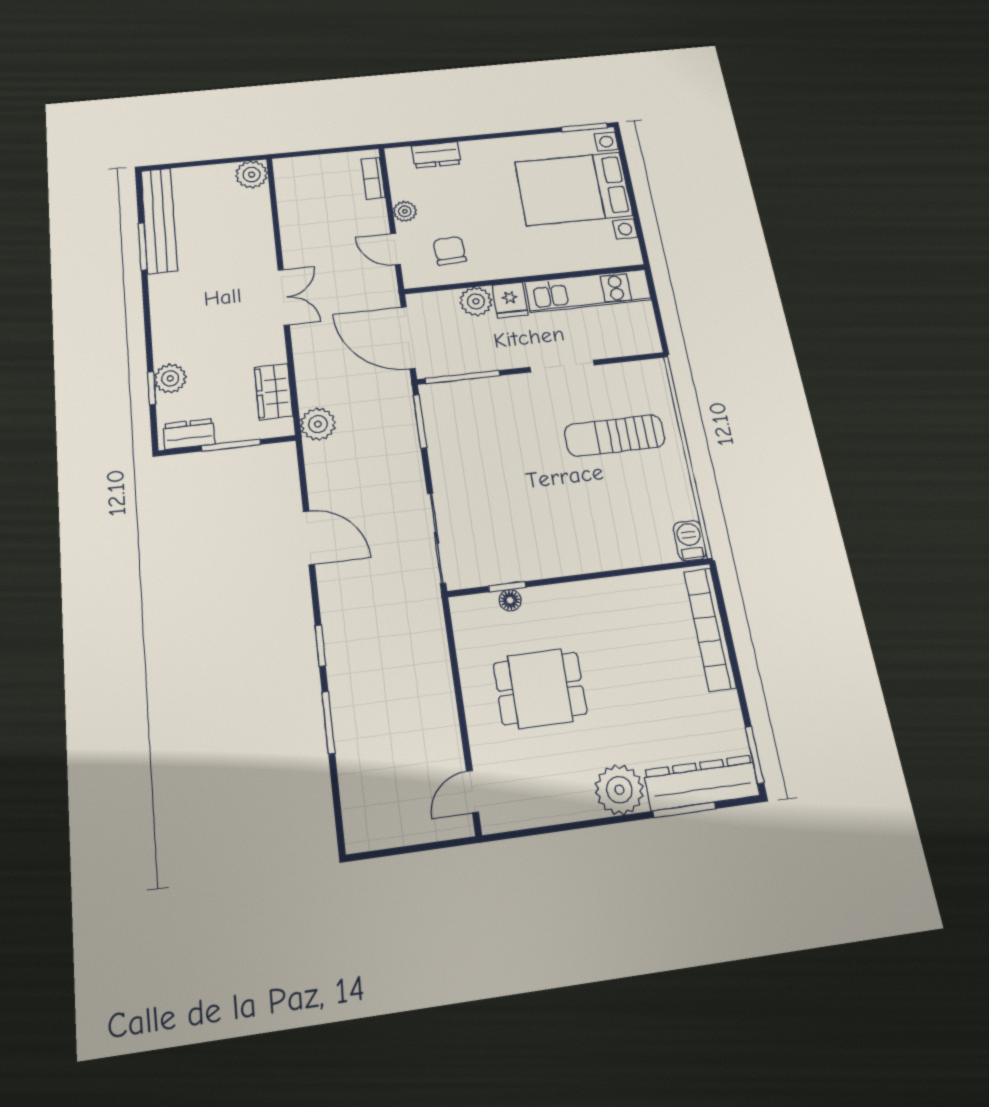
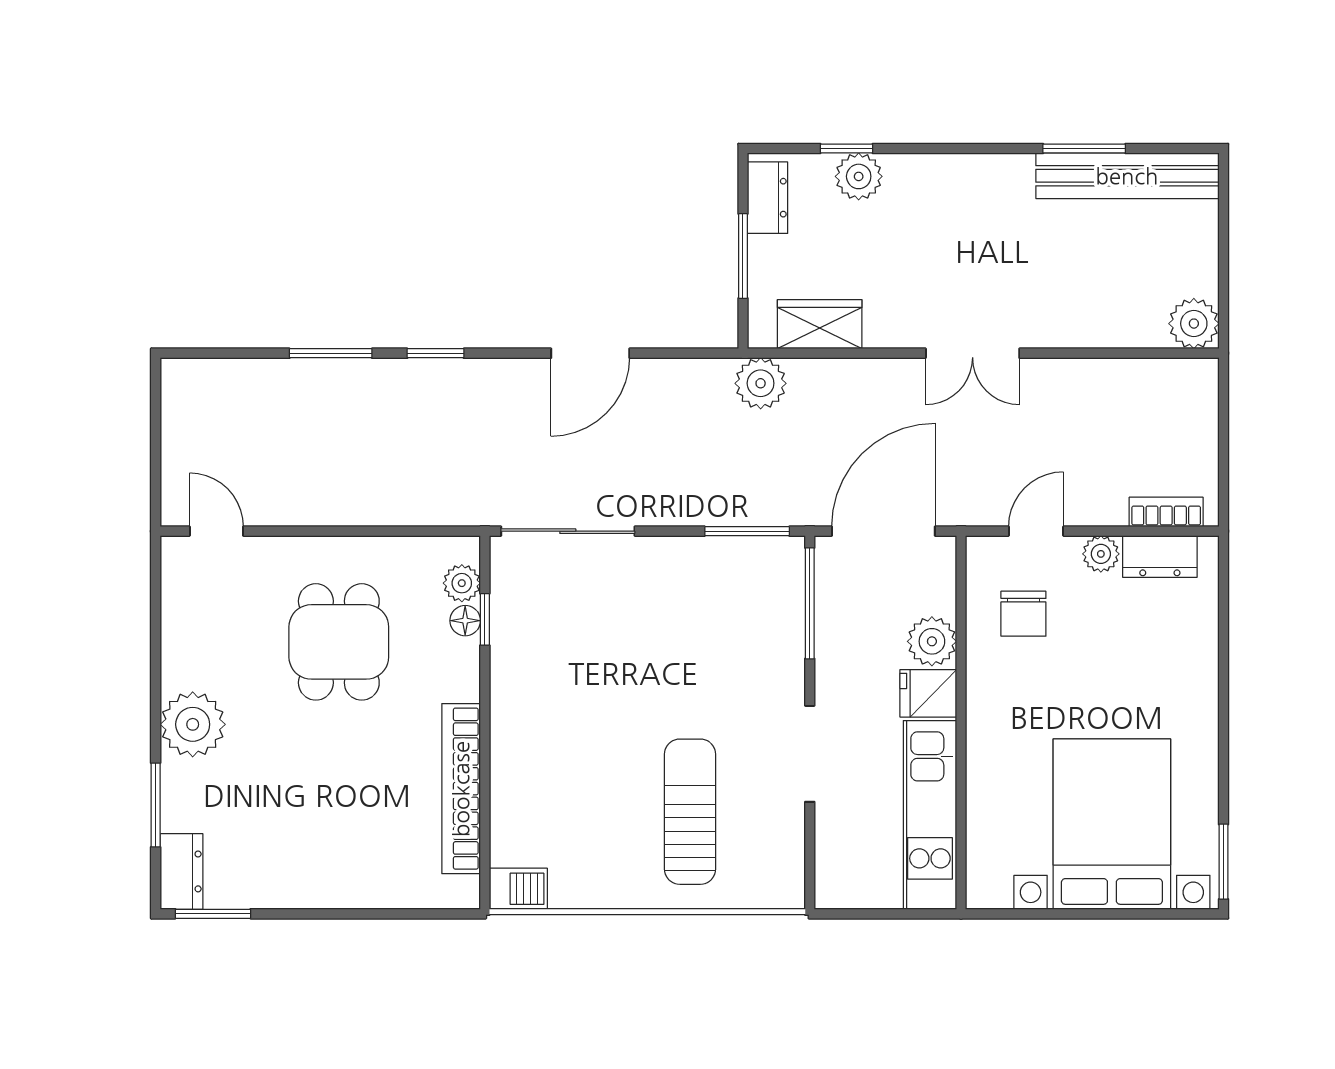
dresser: (436, 155) -> (1160, 557), moved, turned -90
chair: (450, 251) -> (1023, 614), turned 93
plant: (484, 606) -> (462, 583), added
bookcase: (710, 629) -> (461, 789), moved, turned -90
dresser: (701, 783) -> (181, 871), width x0.51, depth x0.80

